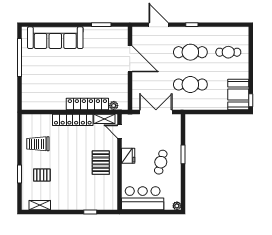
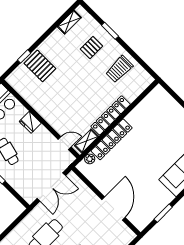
door: (130, 59) -> (114, 209), swing flipped
trolley: (38, 144) -> (119, 69), turned 180
fridge: (128, 156) -> (30, 122), moved
pallet: (101, 163) -> (40, 66), moved

